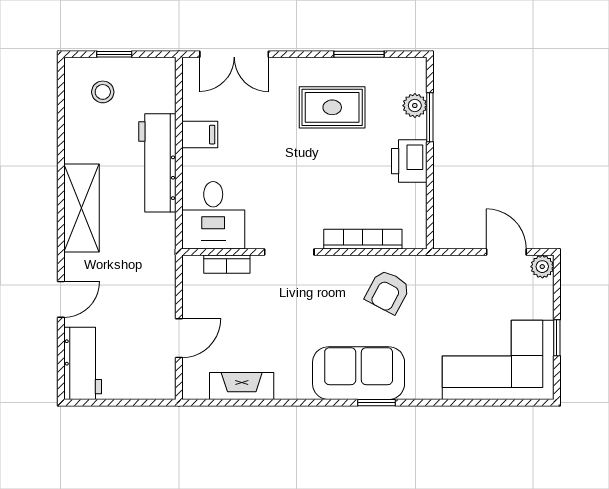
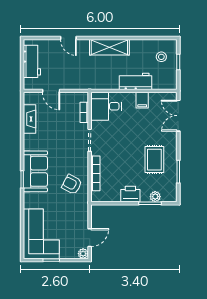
workbench: (157, 163) -> (135, 81), width x0.73
workbench: (83, 363) -> (32, 61), moved, turned -90

